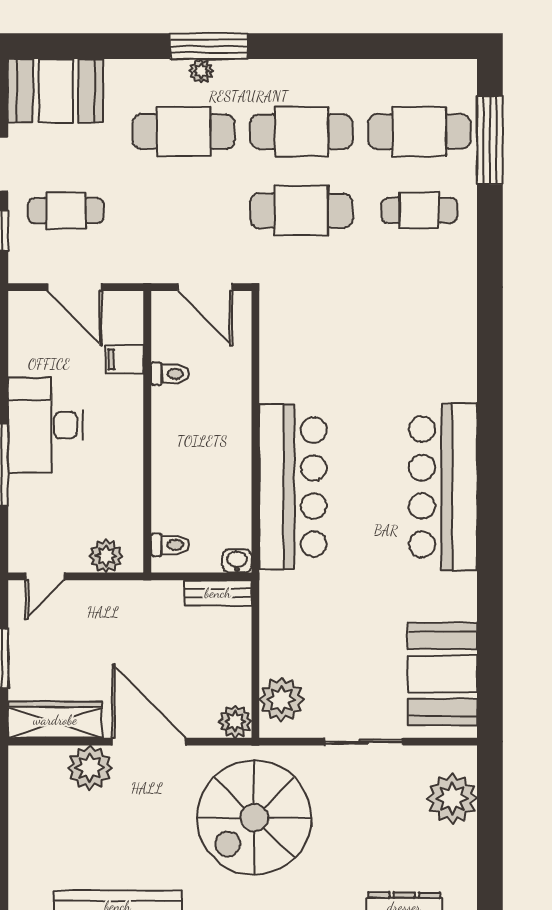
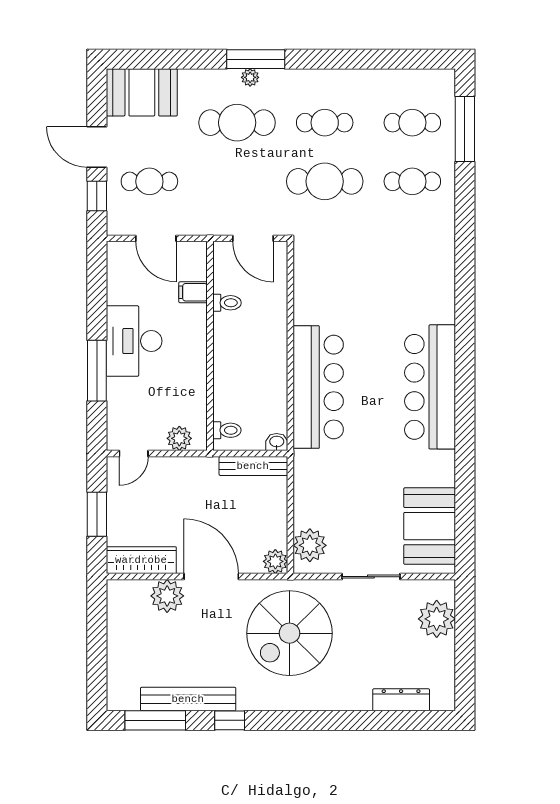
cafe table: (302, 132) -> (325, 123), width x0.73, depth x0.74
cafe table: (419, 132) -> (412, 123), width x0.73, depth x0.74
bench: (218, 593) -> (253, 466), width x1.36

